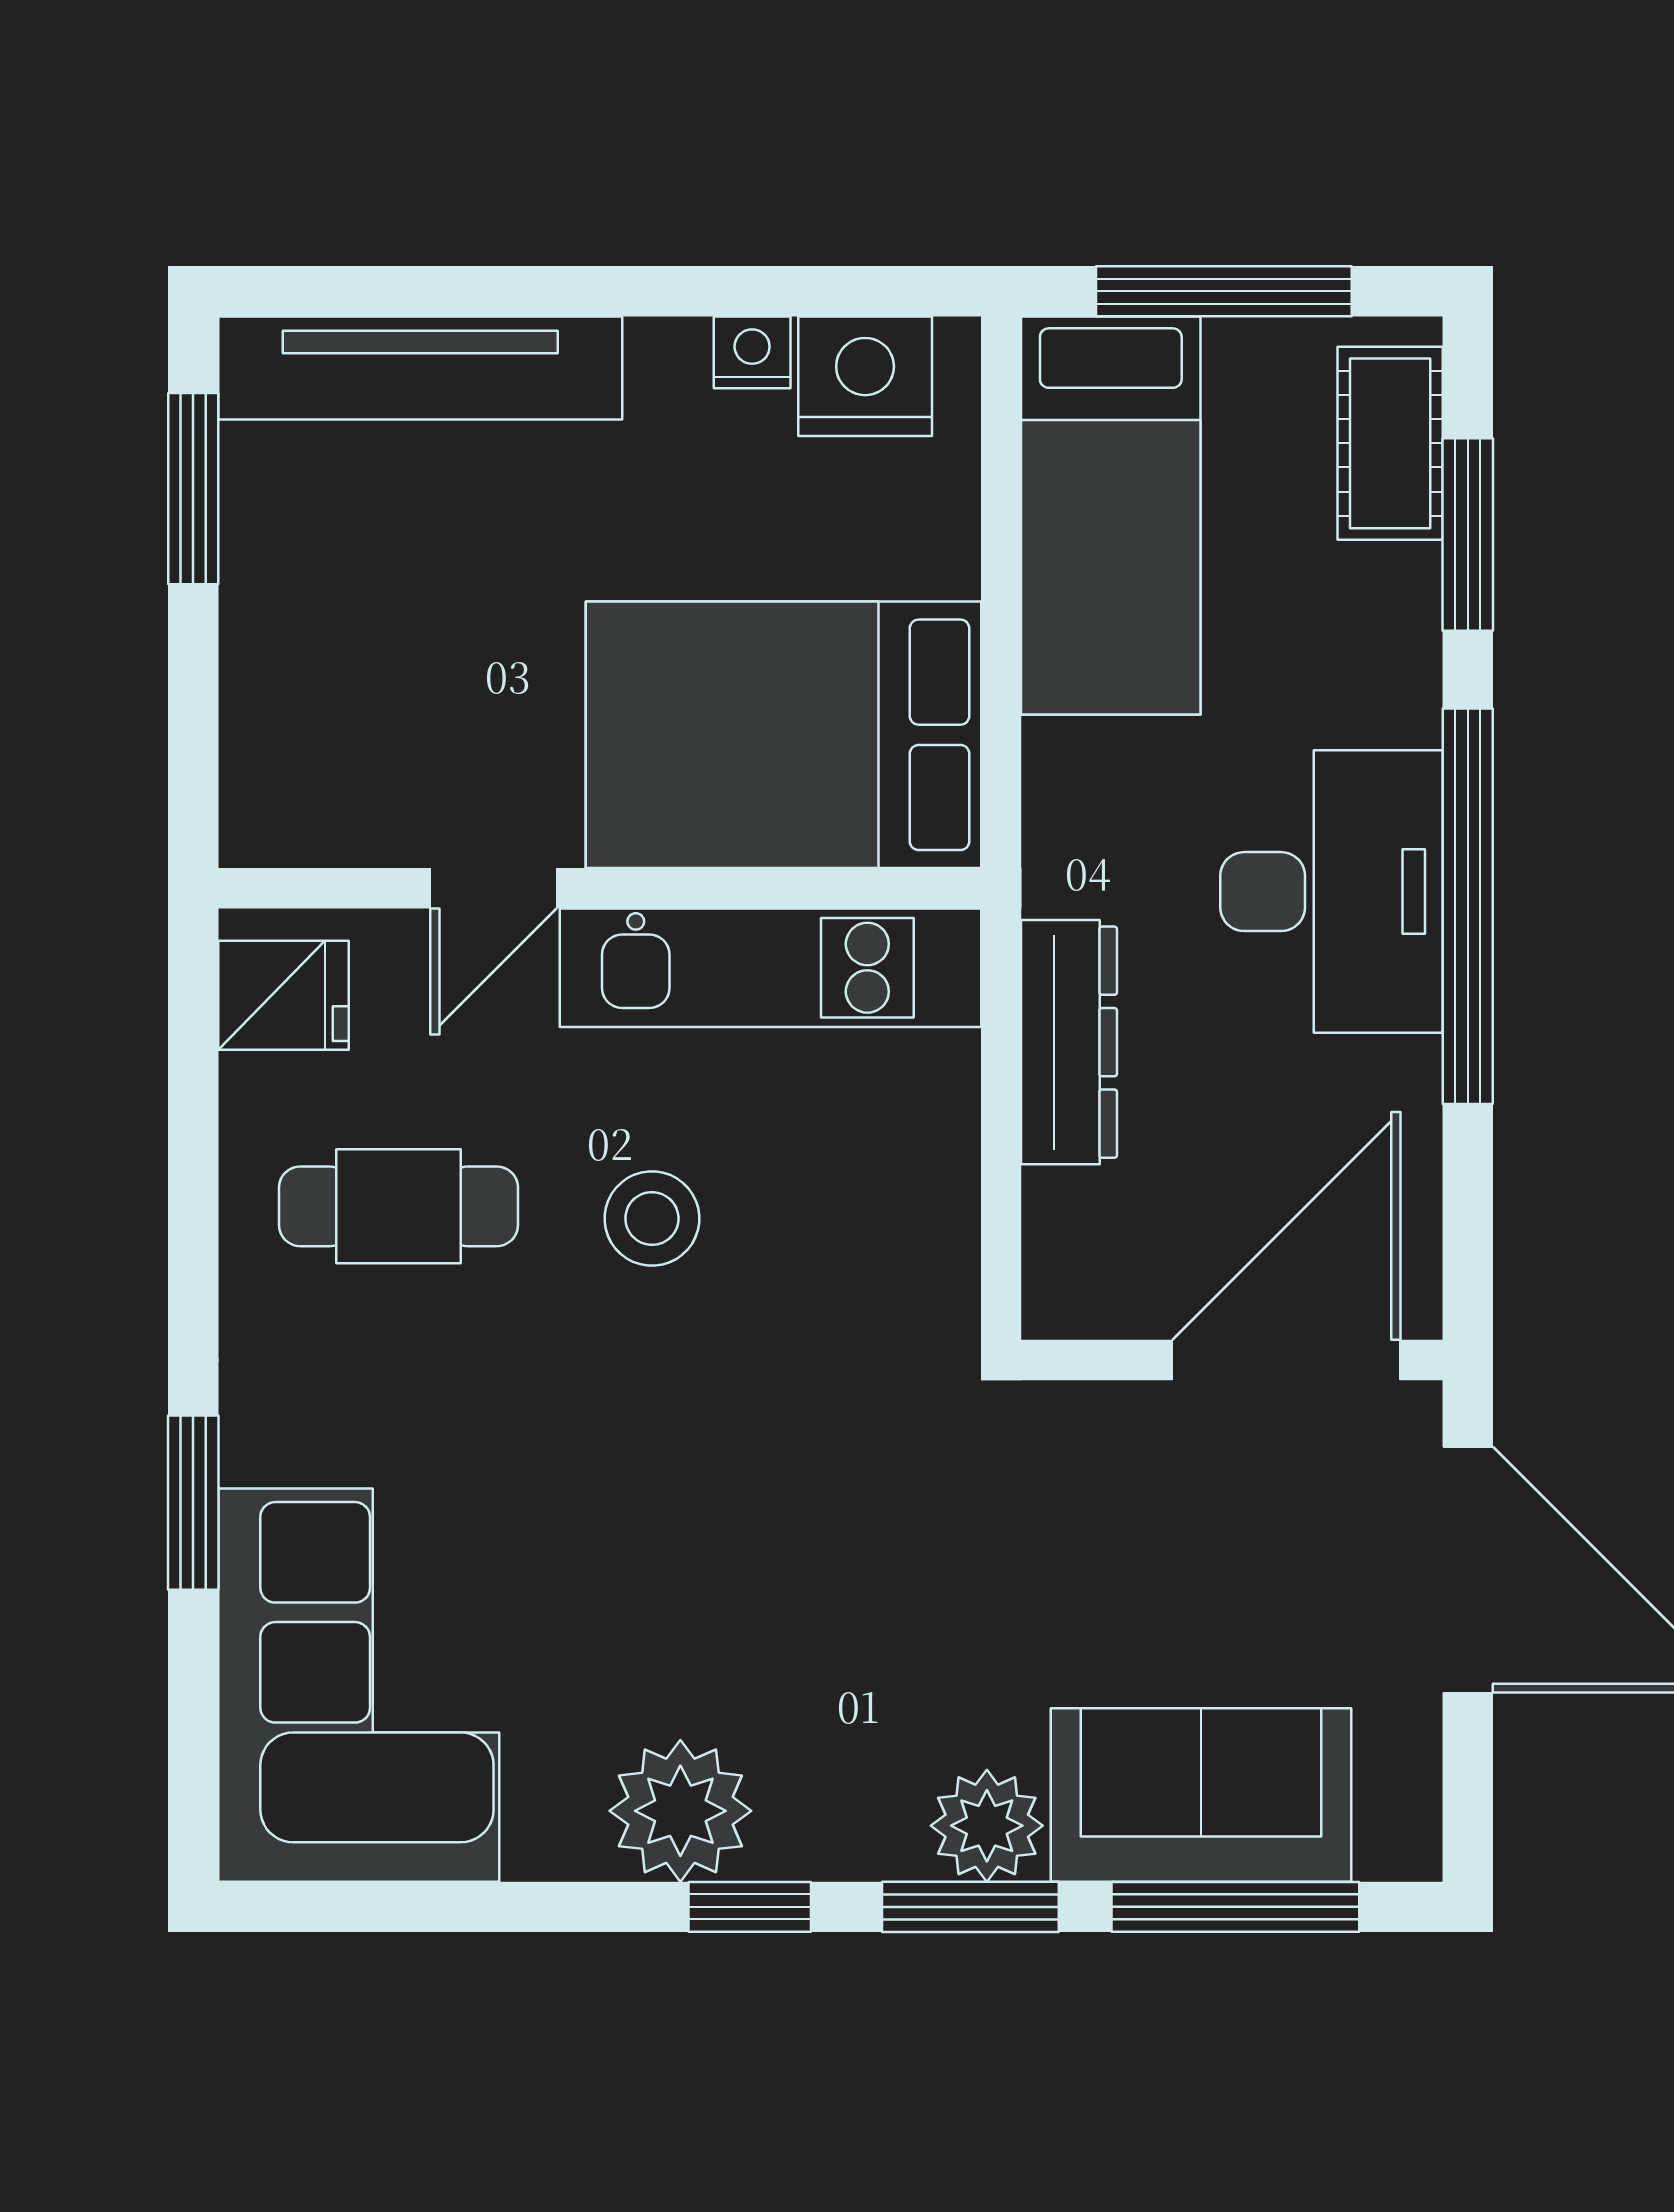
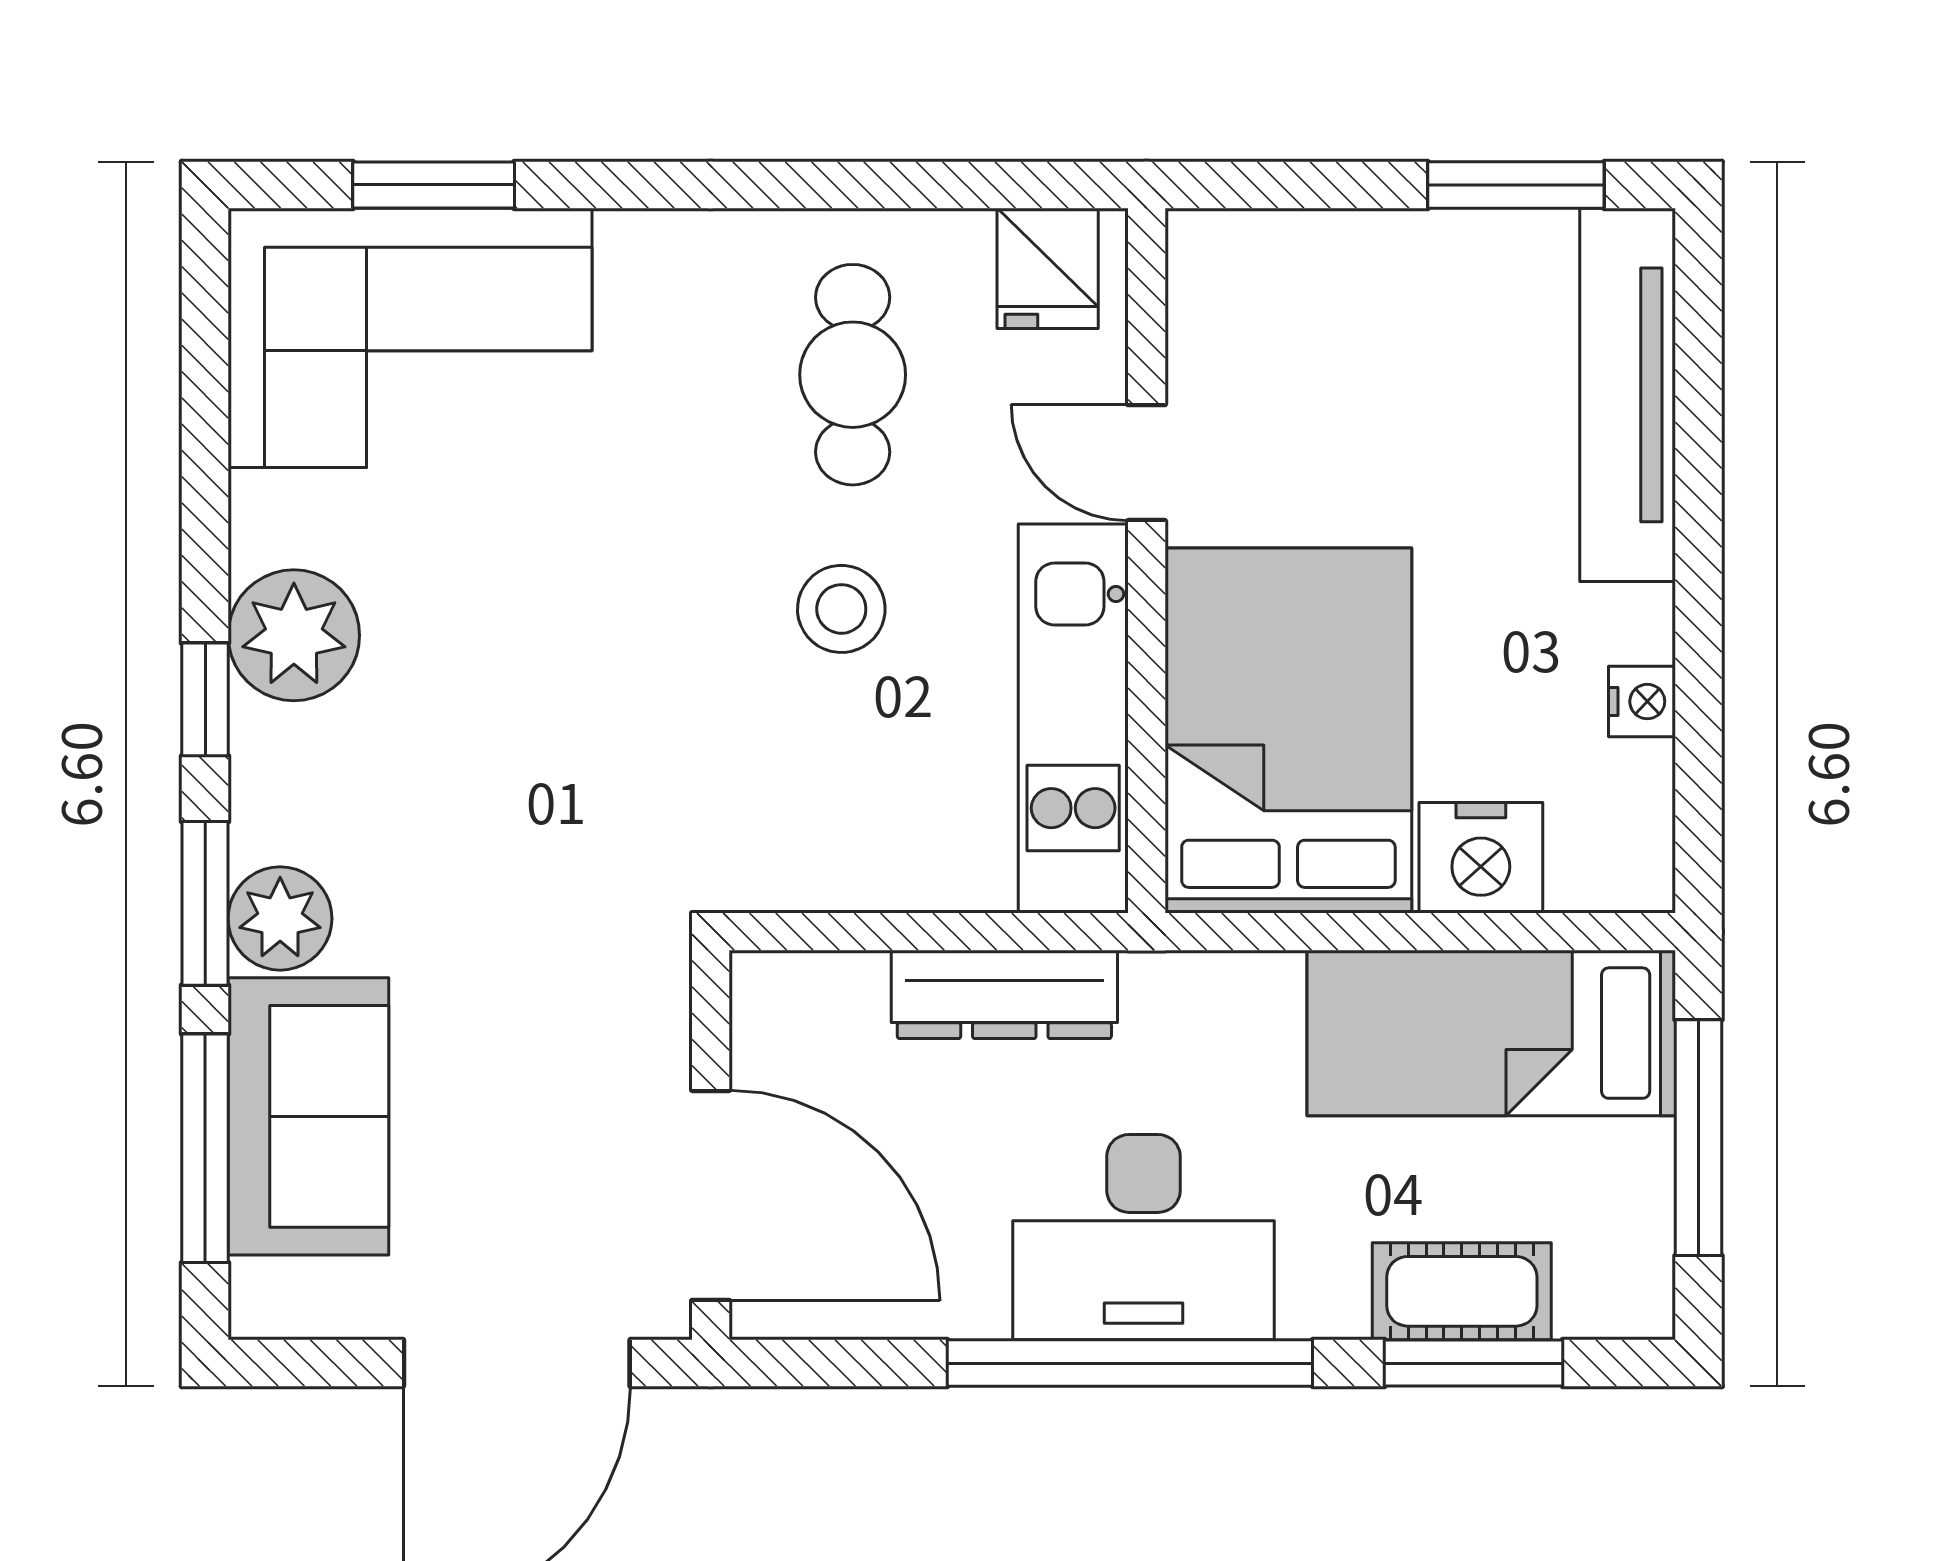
nightstand: (865, 376) -> (1481, 858), moved, turned 90
cot: (1390, 443) -> (1462, 1291), moved
window: (193, 1503) -> (434, 185), moved

